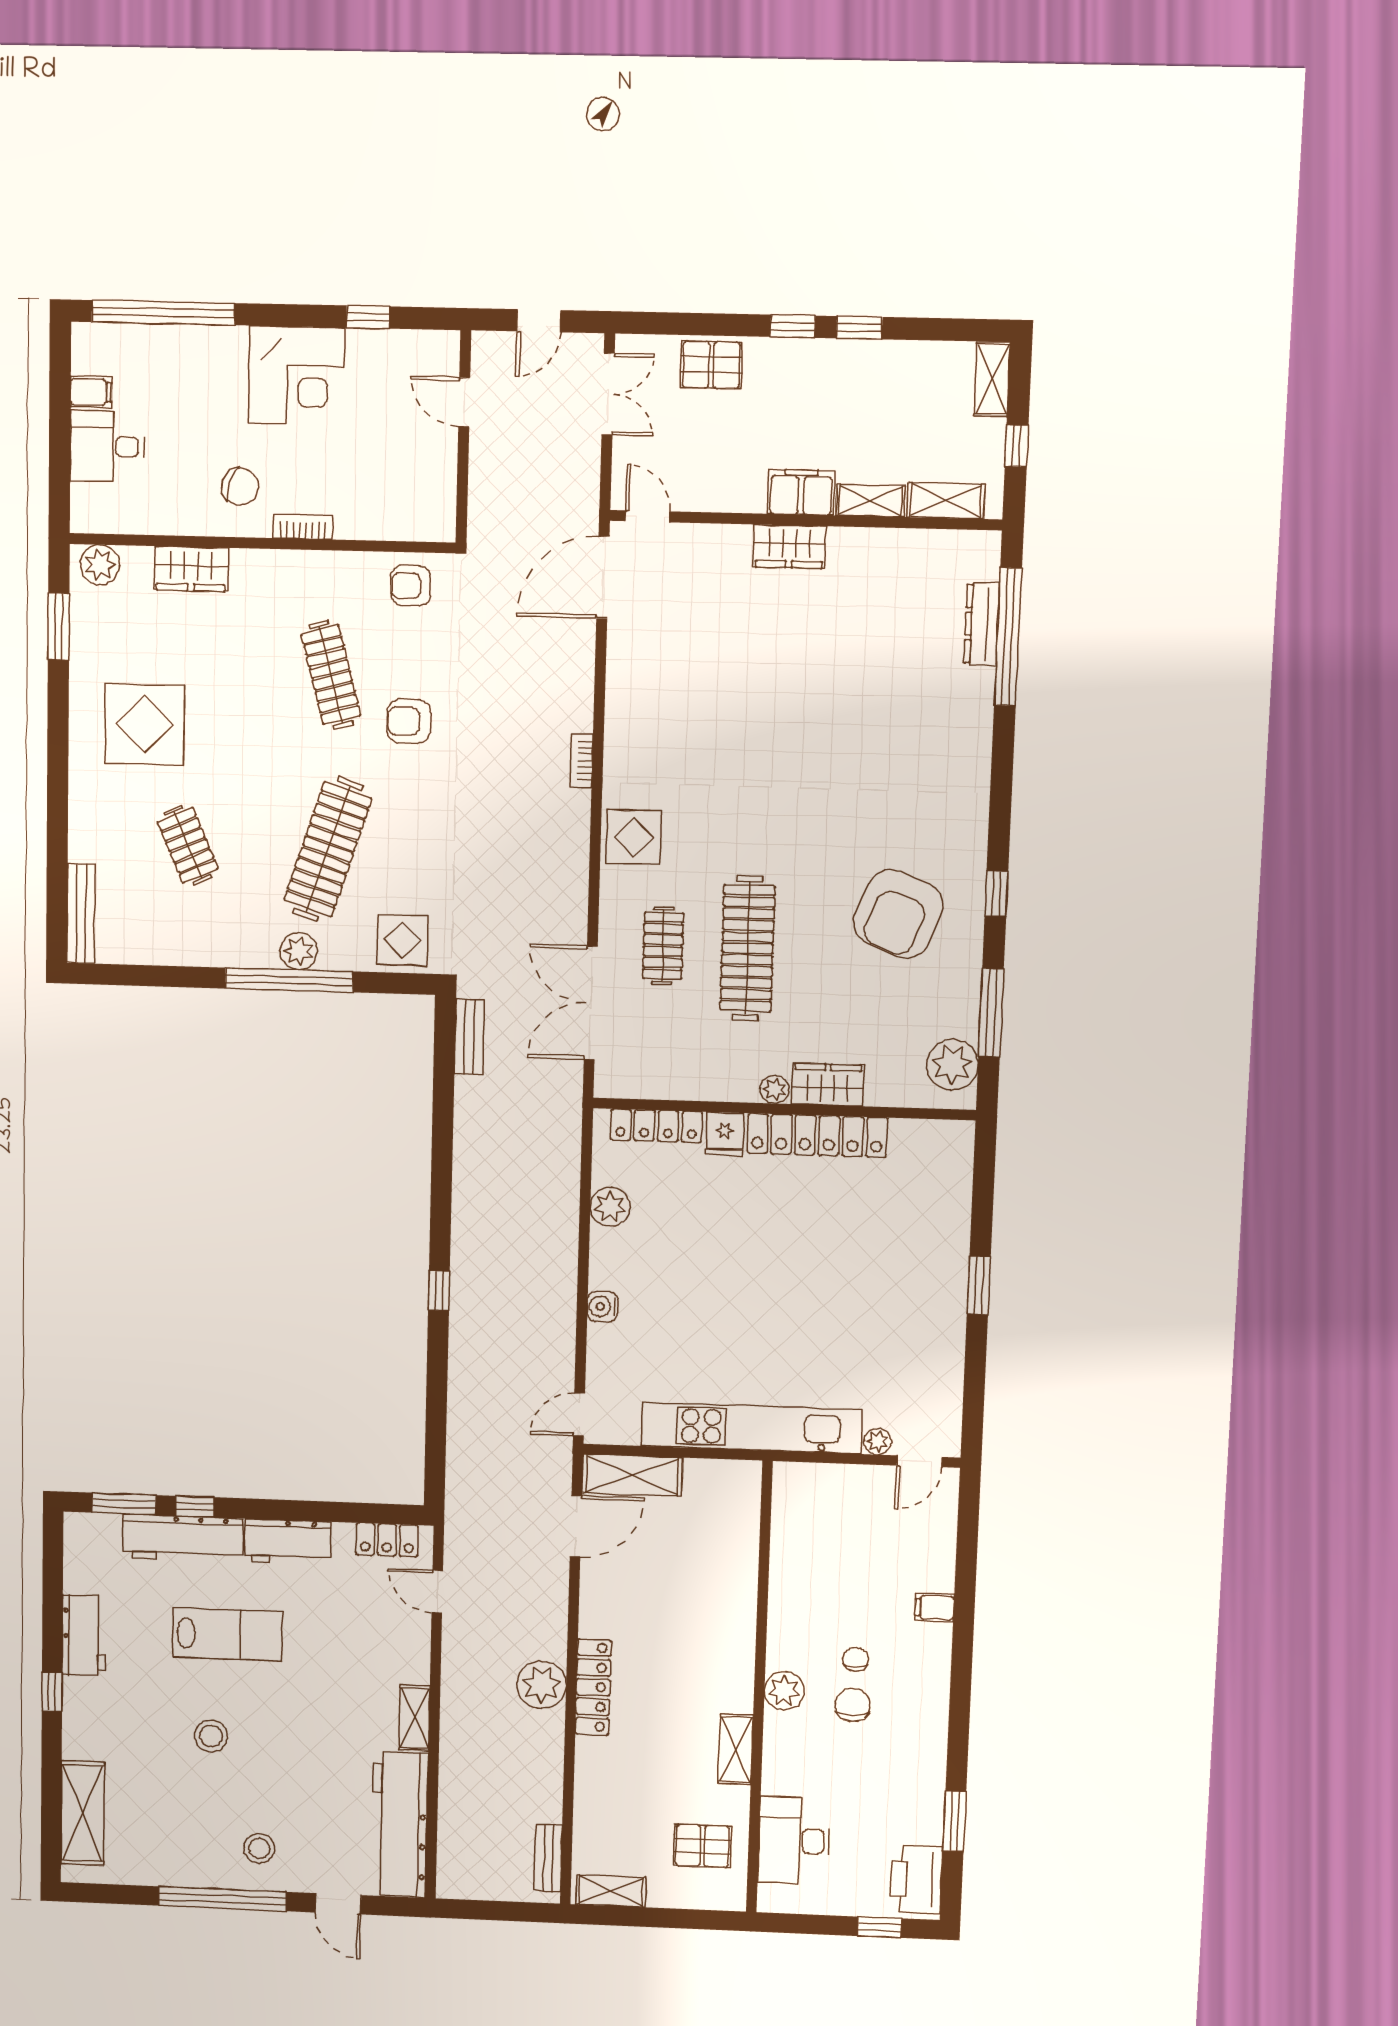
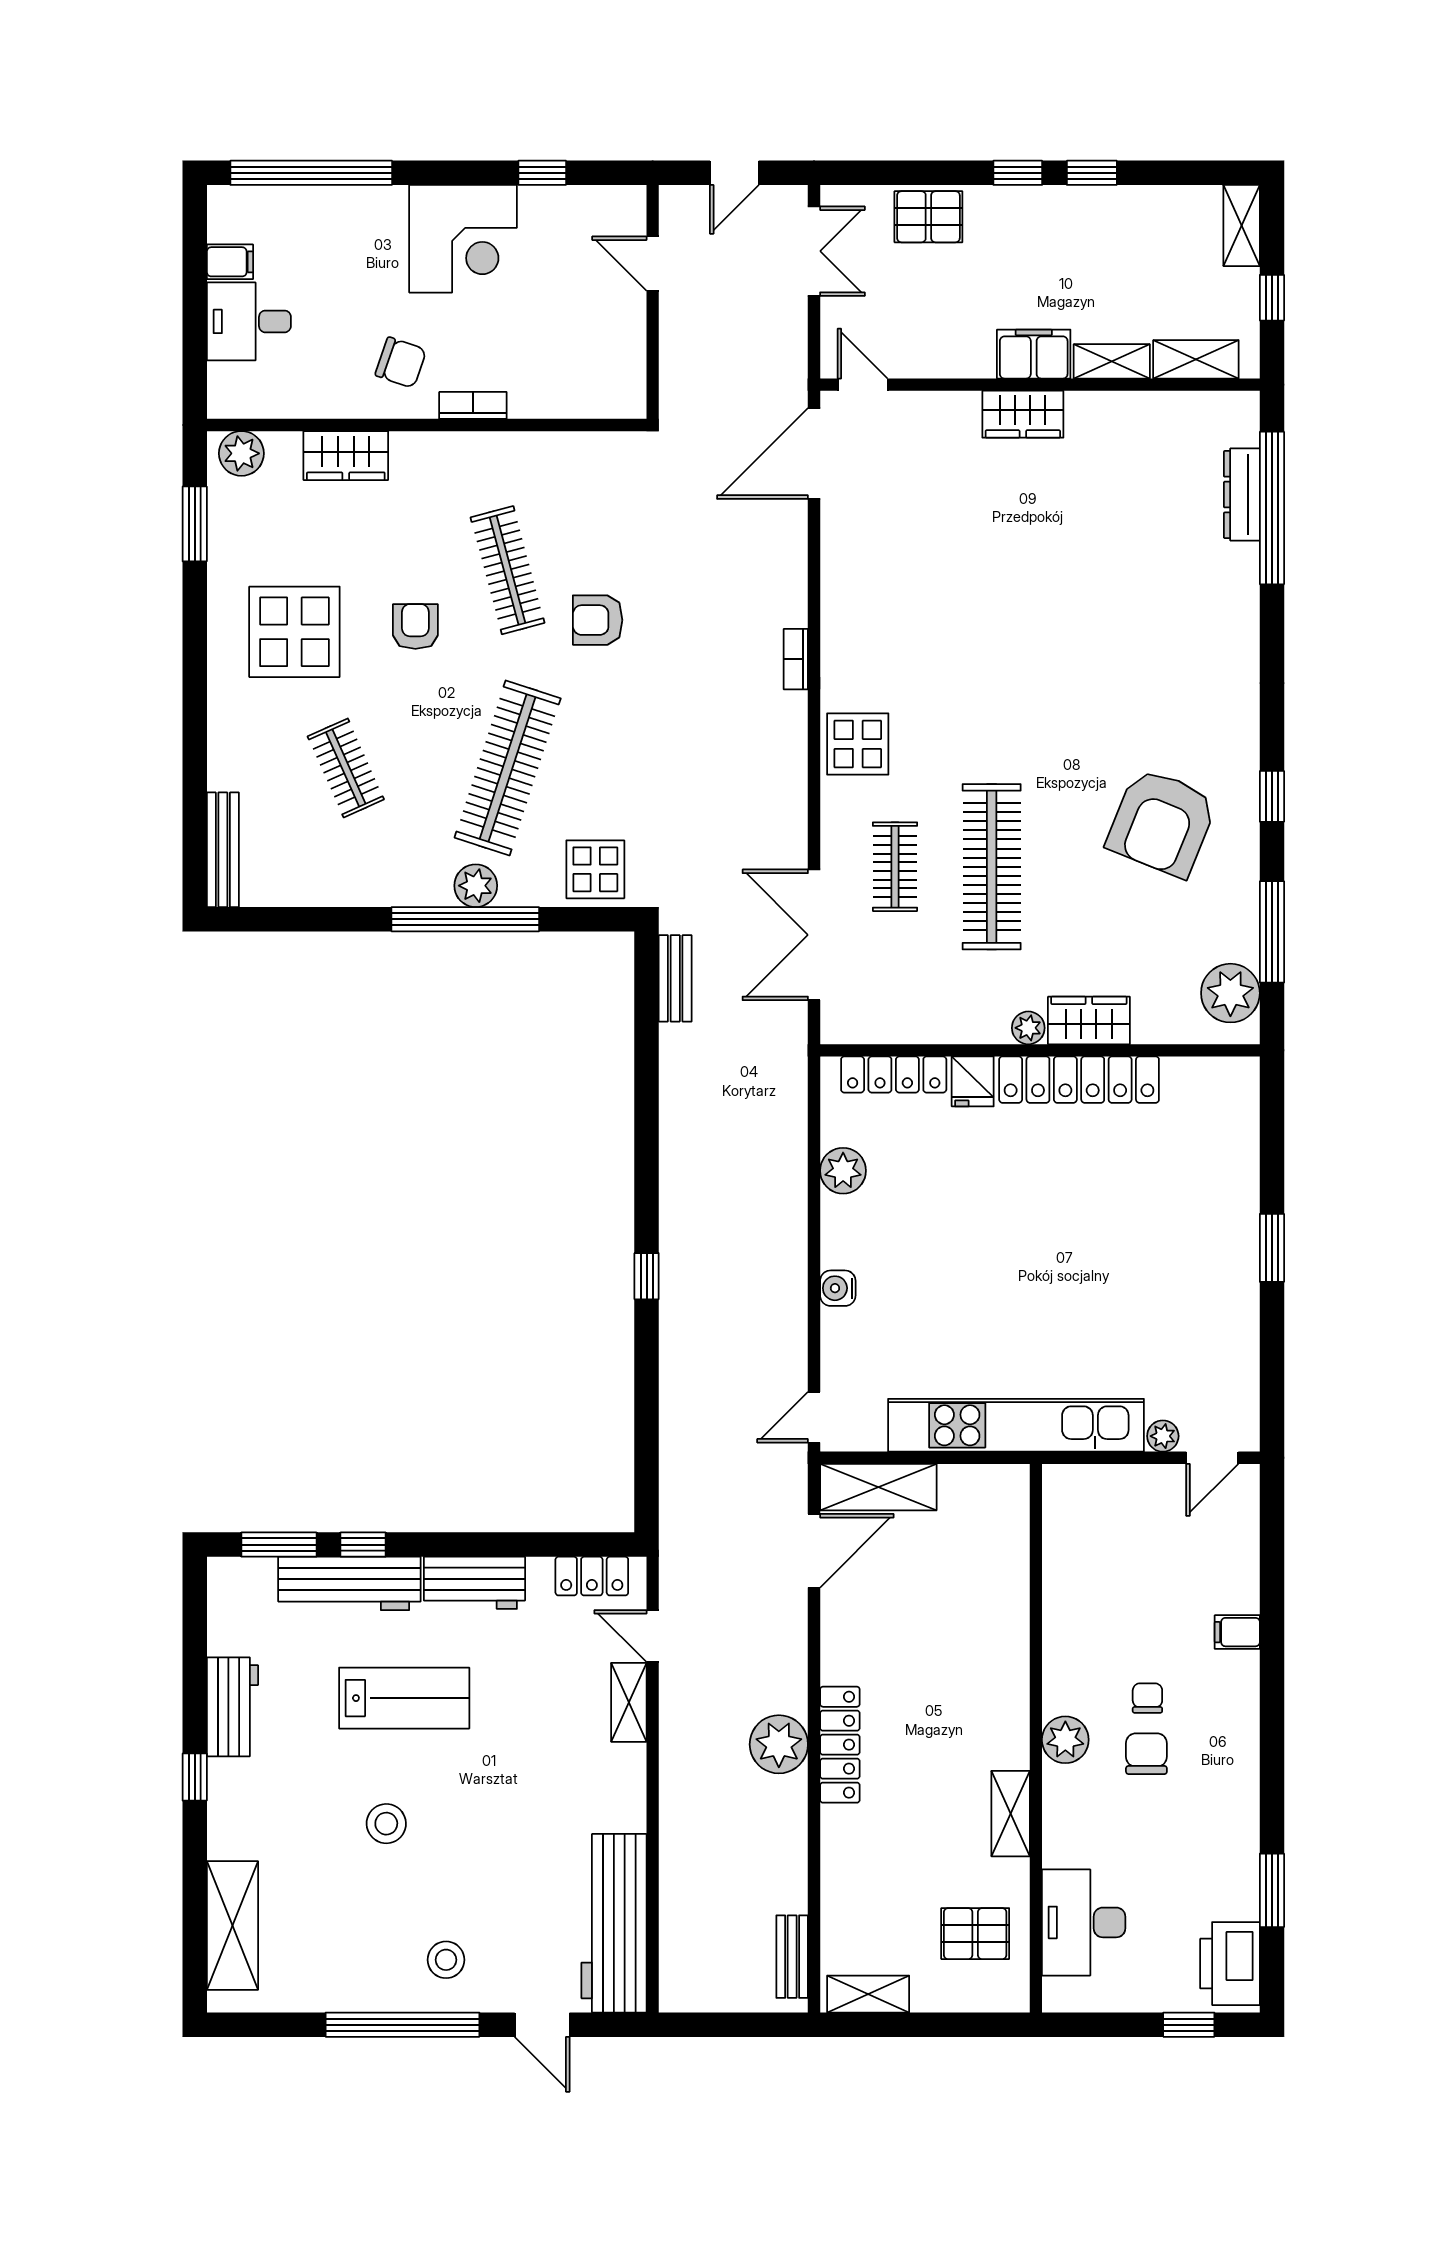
armchair: (411, 586) -> (415, 626), moved, turned 90
shelving: (414, 1718) -> (629, 1702), moved

